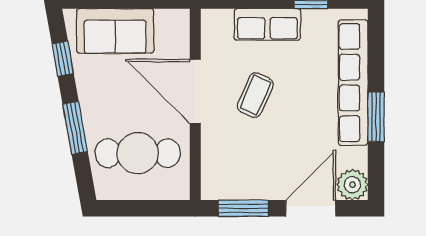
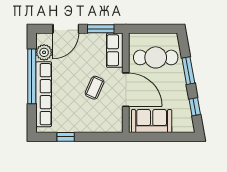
row of seats: (267, 24) -> (115, 50), moved, turned -90
sofa: (115, 31) -> (152, 121), moved
window: (376, 117) -> (32, 76), width x2.11
plant: (352, 185) -> (44, 52), moved

